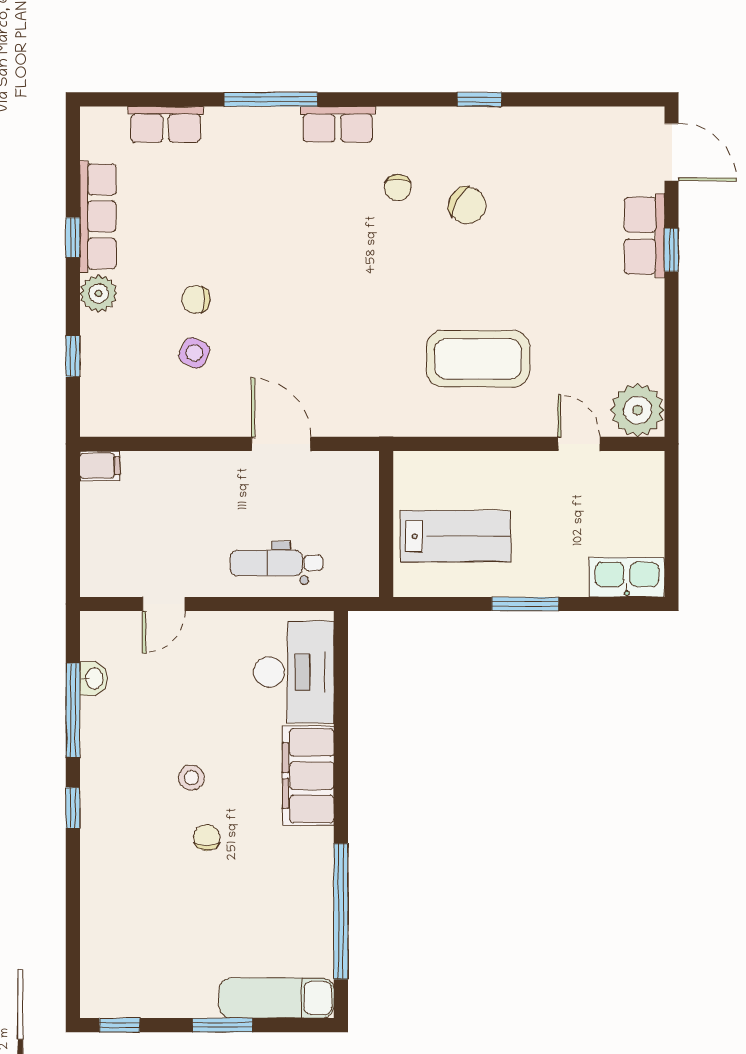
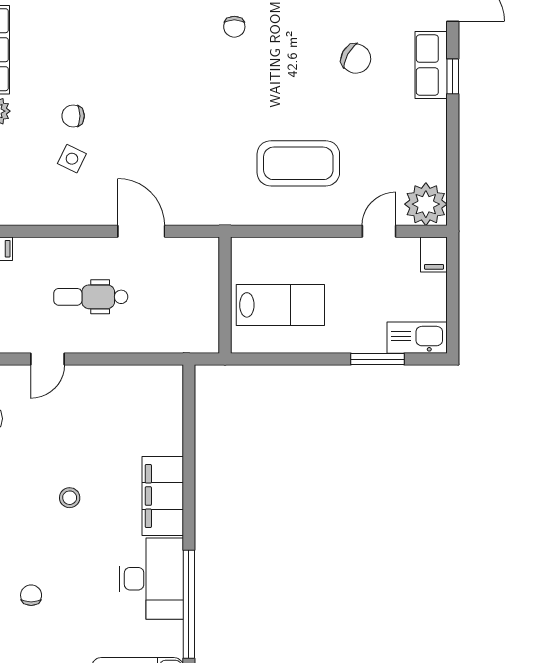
chair: (467, 205) -> (356, 59), moved
door: (579, 444) -> (379, 231), hinge flipped
filing cabinet: (648, 473) -> (434, 254), added
dental chair: (276, 563) -> (91, 297), moved
window: (525, 604) -> (377, 359), moved
desk: (294, 672) -> (151, 579), moved
chair: (207, 838) -> (31, 595), moved

